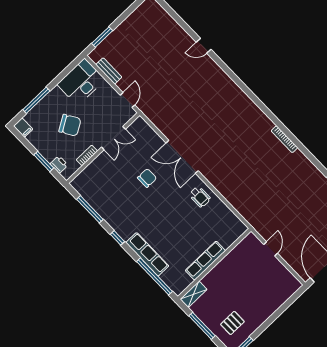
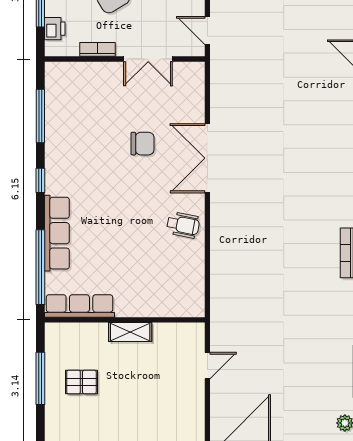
door: (128, 100) -> (207, 30), swing flipped
wheelchair: (200, 197) -> (183, 225), turned -79
row of seats: (205, 261) -> (79, 306), moved
shelving: (194, 294) -> (130, 332), moved
pallet: (232, 323) -> (81, 382), moved

